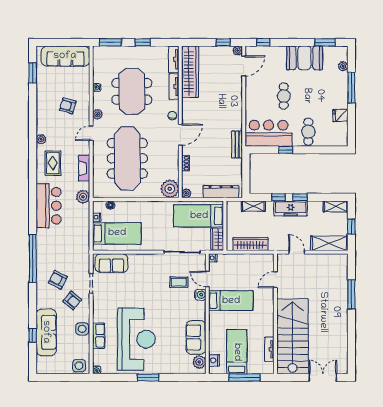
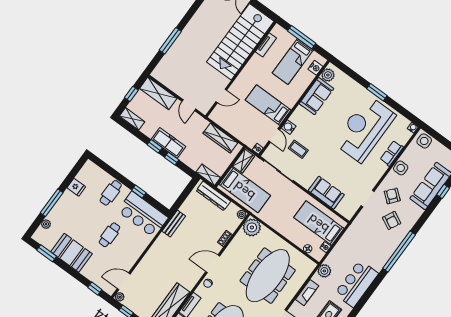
shelving: (253, 206) -> (208, 175), moved
sofa: (111, 263) -> (326, 193), moved

